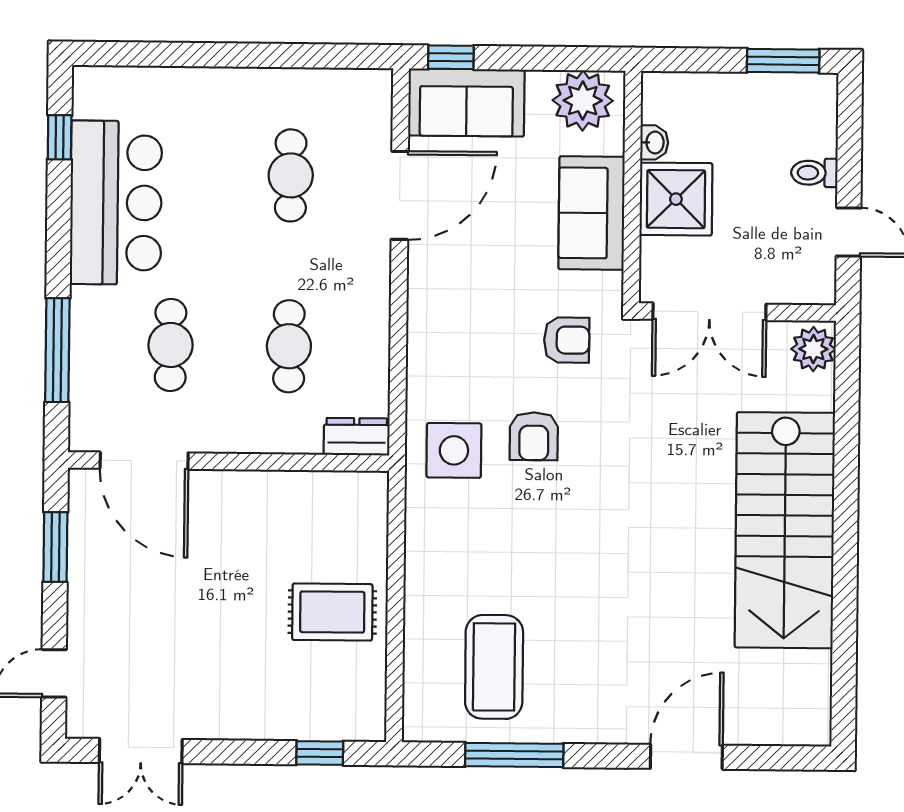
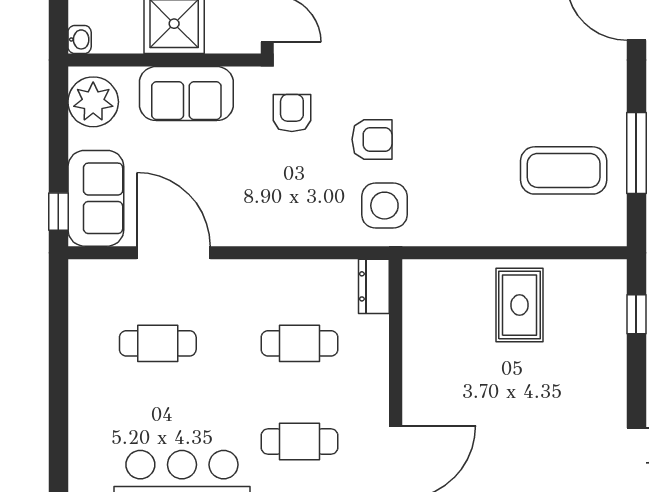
washbasin: (654, 142) -> (80, 39), moved, turned 90

